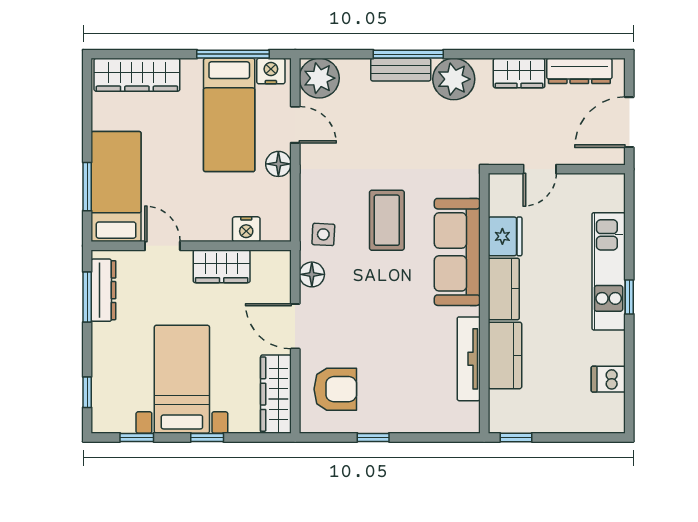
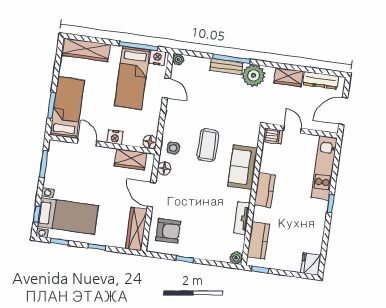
plant: (319, 78) -> (178, 59), width x0.53, depth x0.53
floor lamp: (278, 164) -> (150, 142), moved
door: (540, 169) -> (292, 129), swing flipped
nightstand: (246, 229) -> (115, 137), moved
fridge: (505, 236) -> (311, 264), moved, turned 180
sofa: (457, 252) -> (243, 167), width x0.73
wardrobe: (222, 266) -> (130, 159), moved
kitchen unit: (609, 271) -> (324, 168), moved
dresser: (103, 290) -> (53, 161), removed
kitchen counter: (505, 355) -> (258, 240), moved
tv unit: (469, 359) -> (242, 218), width x0.71
bed with nightstands: (182, 379) -> (68, 216), moved, turned 90
dishwasher: (608, 379) -> (273, 136), moved, turned 180
plant: (468, 422) -> (236, 258), added

